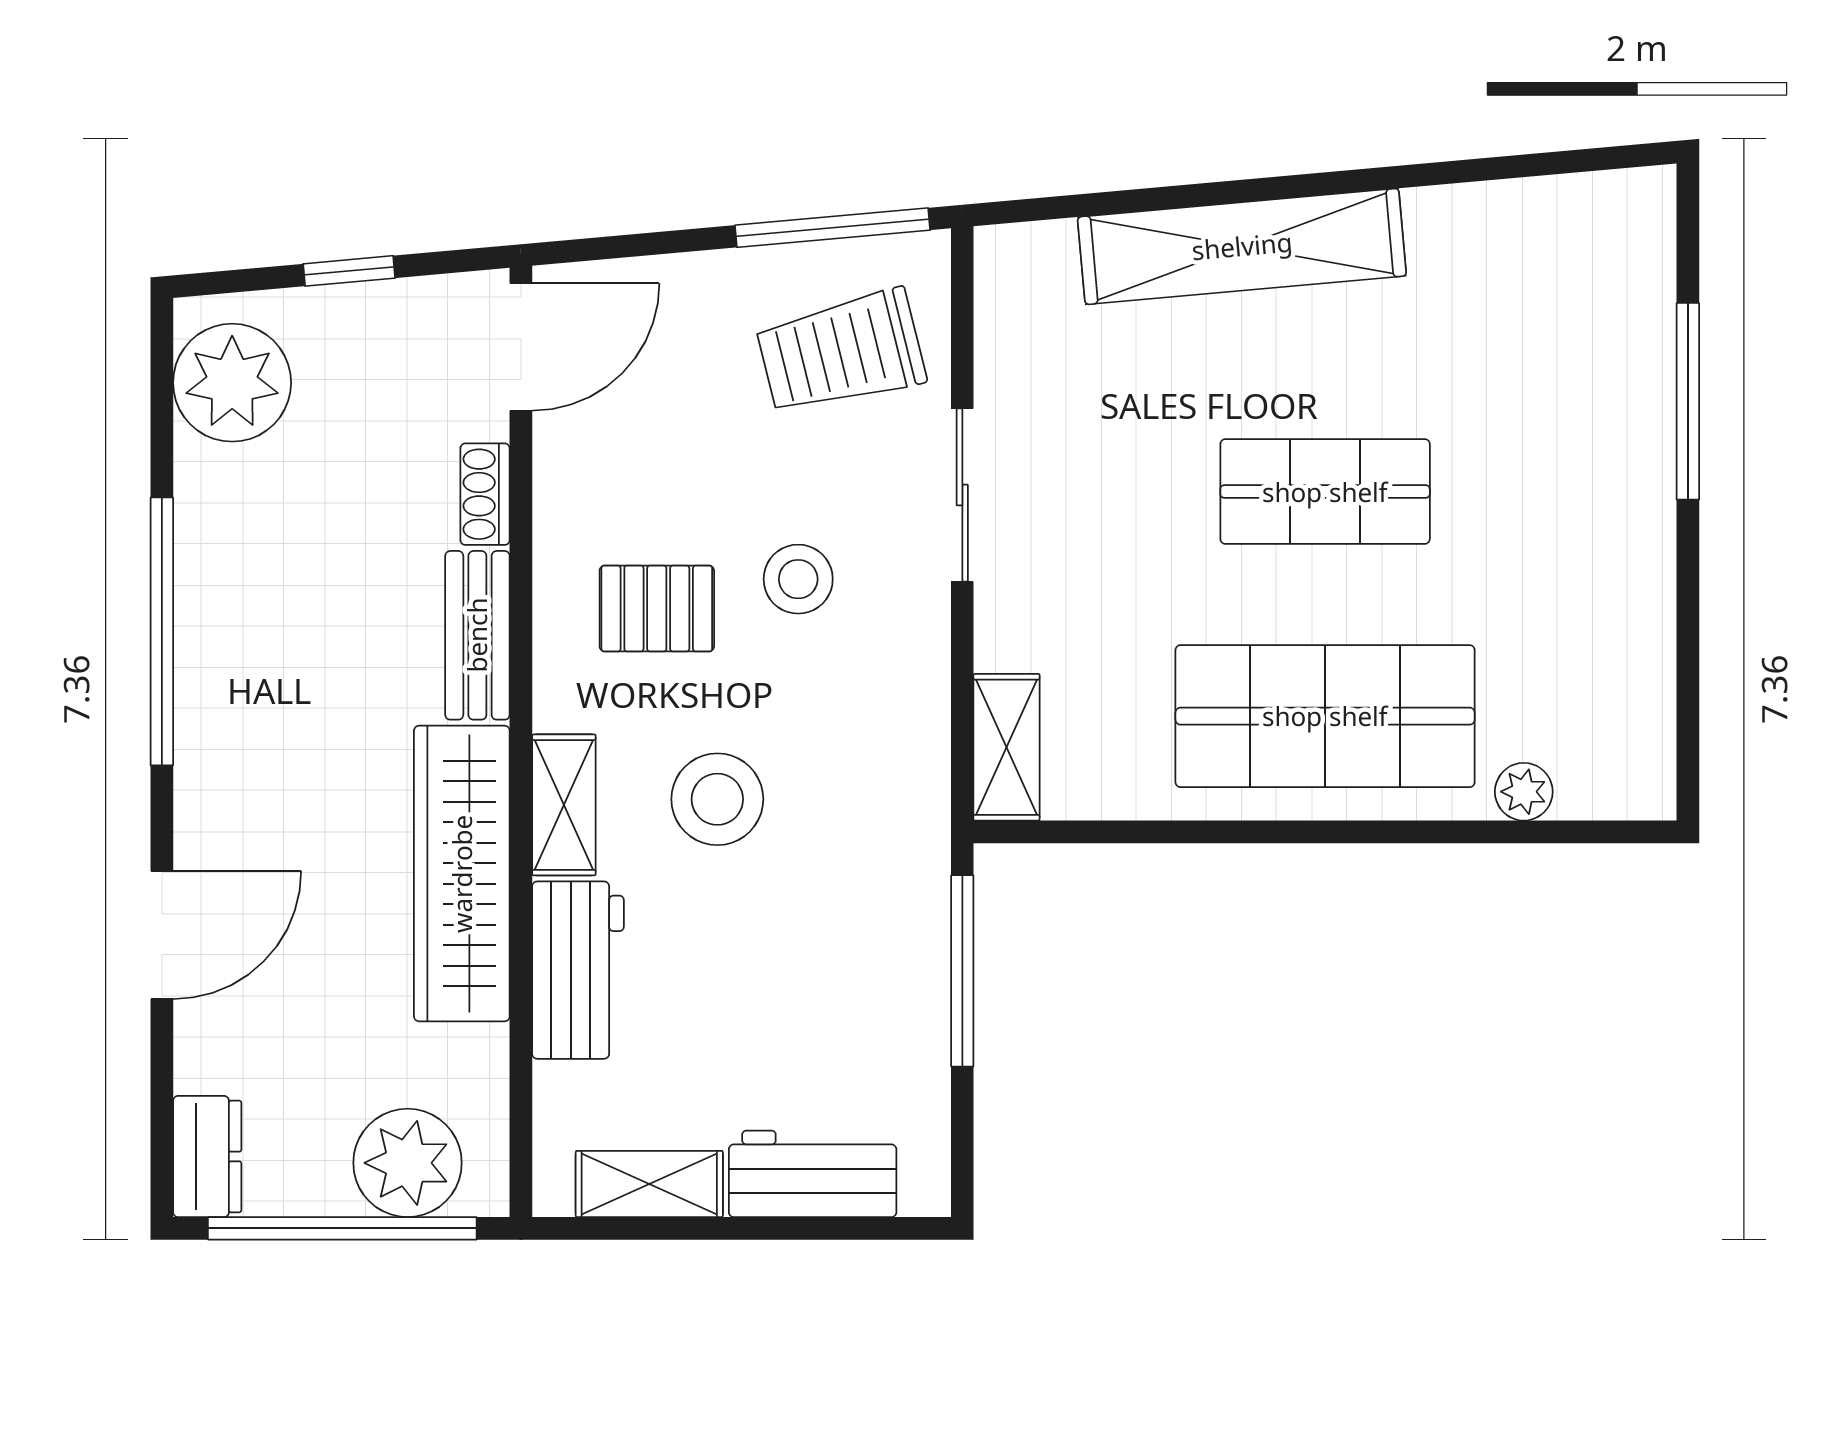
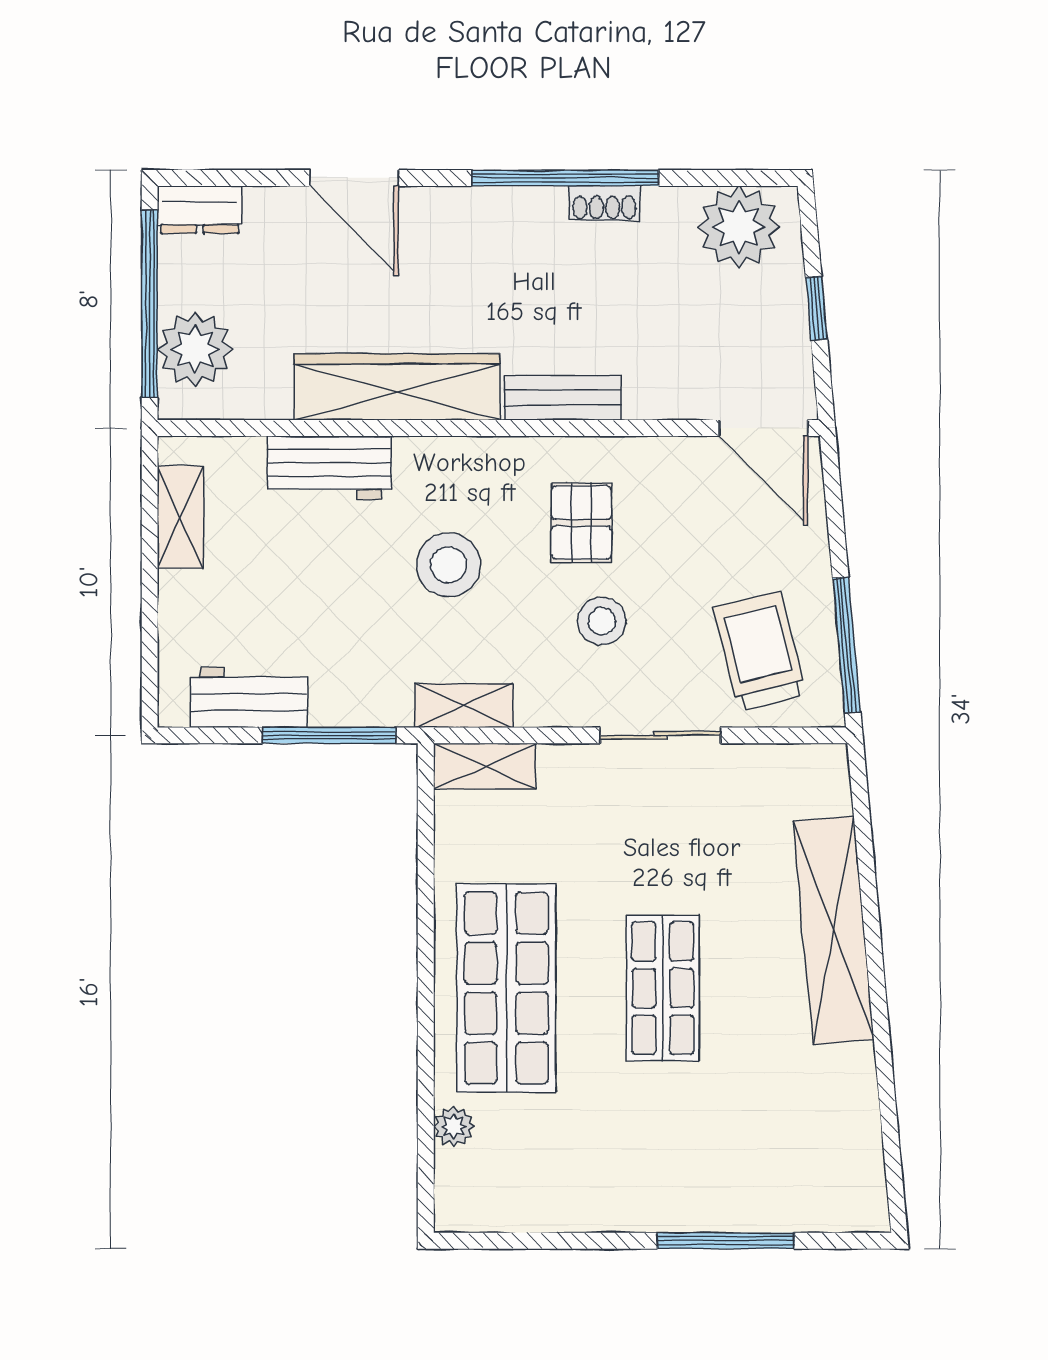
shoe rack: (485, 494) -> (604, 203), moved, turned 180
shelving: (564, 805) -> (464, 705), moved
workbench: (813, 1174) -> (249, 697), moved, turned -90

